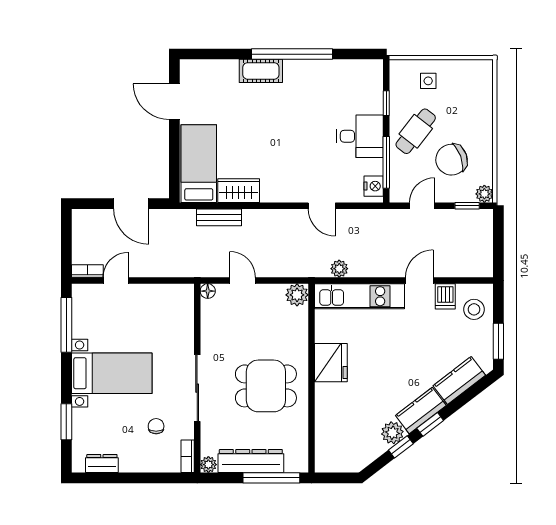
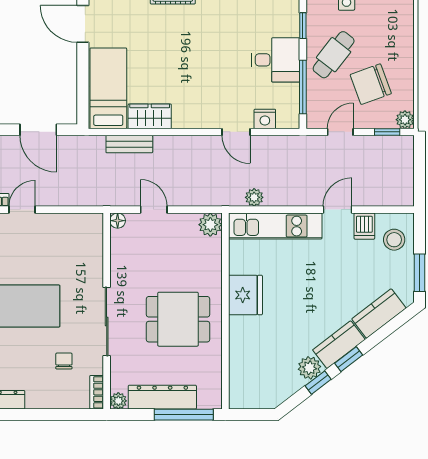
nightstand: (374, 186) -> (265, 119), moved, turned 90

